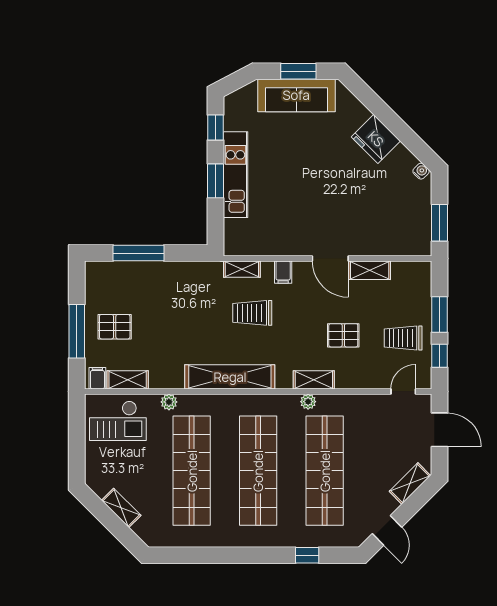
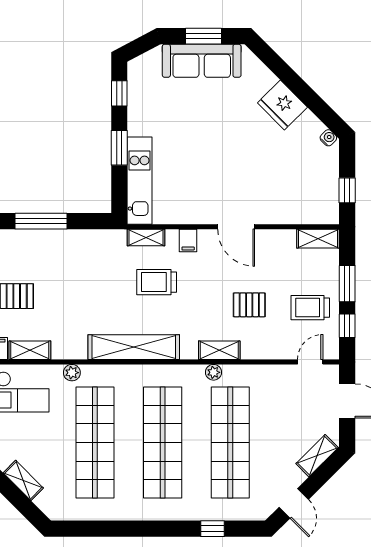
kitchen unit: (235, 175) -> (140, 181), moved
window: (440, 223) -> (347, 190), width x0.67
shelving: (370, 270) -> (318, 239), moved

